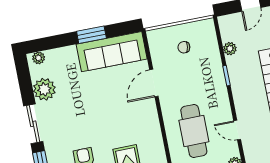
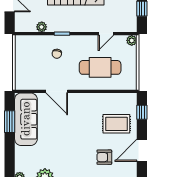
window: (91, 35) -> (10, 122), moved
chair: (184, 47) -> (57, 54), moved

